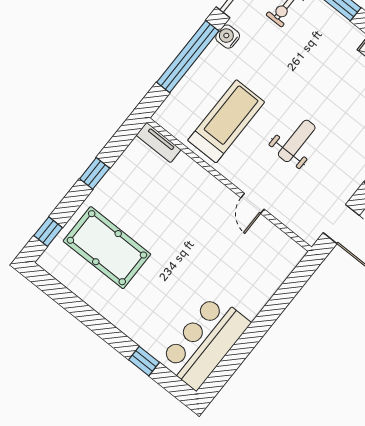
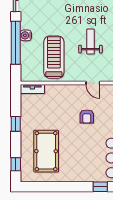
water cooler: (228, 37) -> (26, 35), moved
armchair: (205, 244) -> (87, 116), added
pool table: (107, 248) -> (46, 151), turned 90

